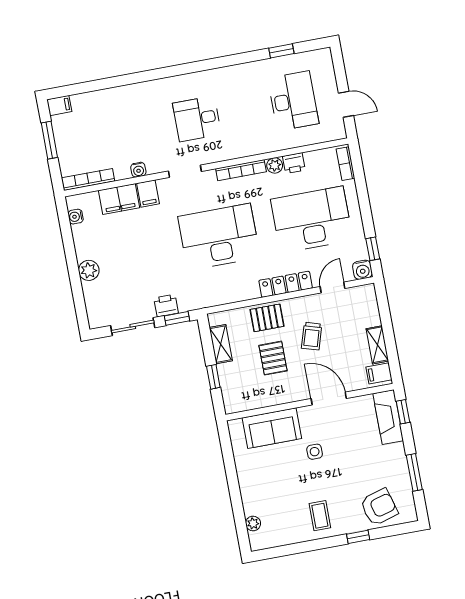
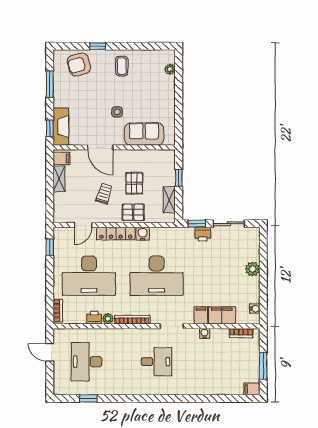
bookcase: (88, 179) -> (241, 333), width x0.64
water cooler: (362, 270) -> (143, 234), moved

